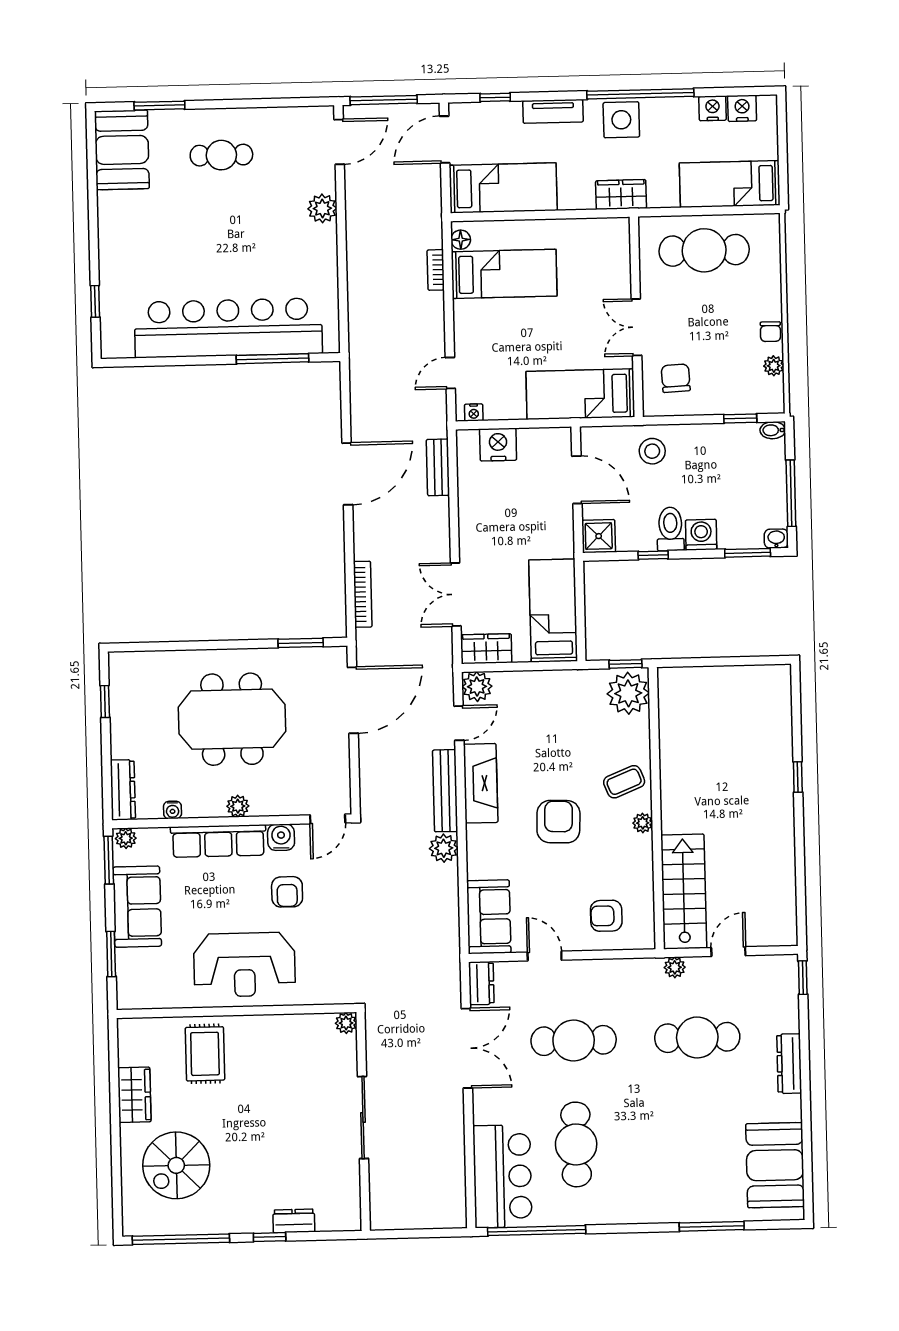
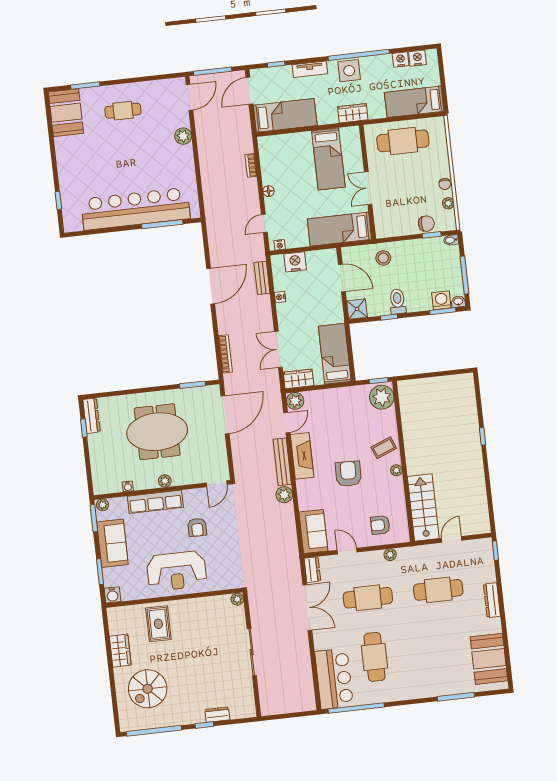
floor lamp: (461, 240) -> (269, 191), moved
bed: (504, 274) -> (328, 159), moved, turned 90
chair: (676, 378) -> (426, 224), moved, turned 93
nightstand: (466, 503) -> (280, 297), added
washing machine: (701, 535) -> (441, 300), moved
dresser: (123, 790) -> (92, 416), moved
water cooler: (281, 837) -> (112, 595), moved, turned 180
plant: (675, 967) -> (390, 555), moved

